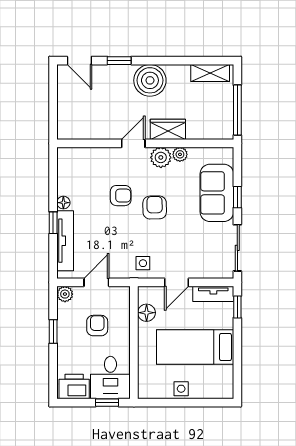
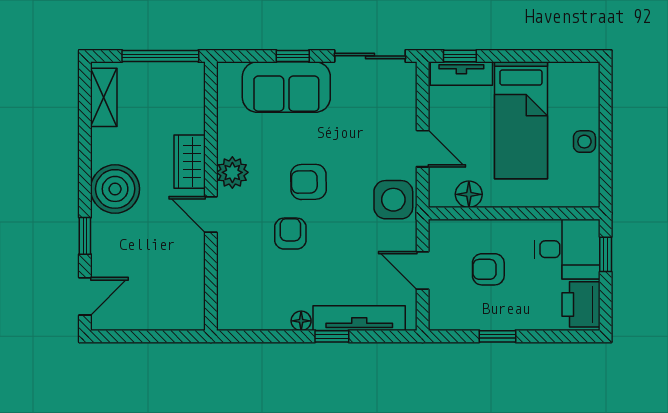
plant: (180, 154) -> (228, 143), removed
side table: (143, 263) -> (393, 200), width x1.87, depth x1.87
plant: (65, 294) -> (440, 318), removed
tv unit: (213, 294) -> (461, 73), moved, turned 90

